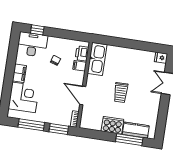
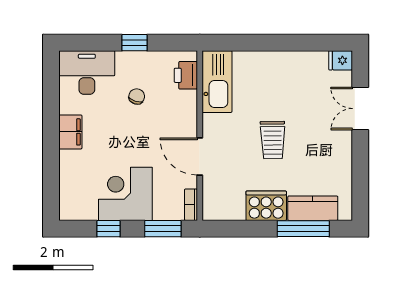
window: (37, 30) -> (135, 43), moved
filing cabinet: (80, 66) -> (185, 100), removed
corner desk: (24, 97) -> (125, 194), moved, turned -90
window: (31, 125) -> (108, 229), width x0.46

